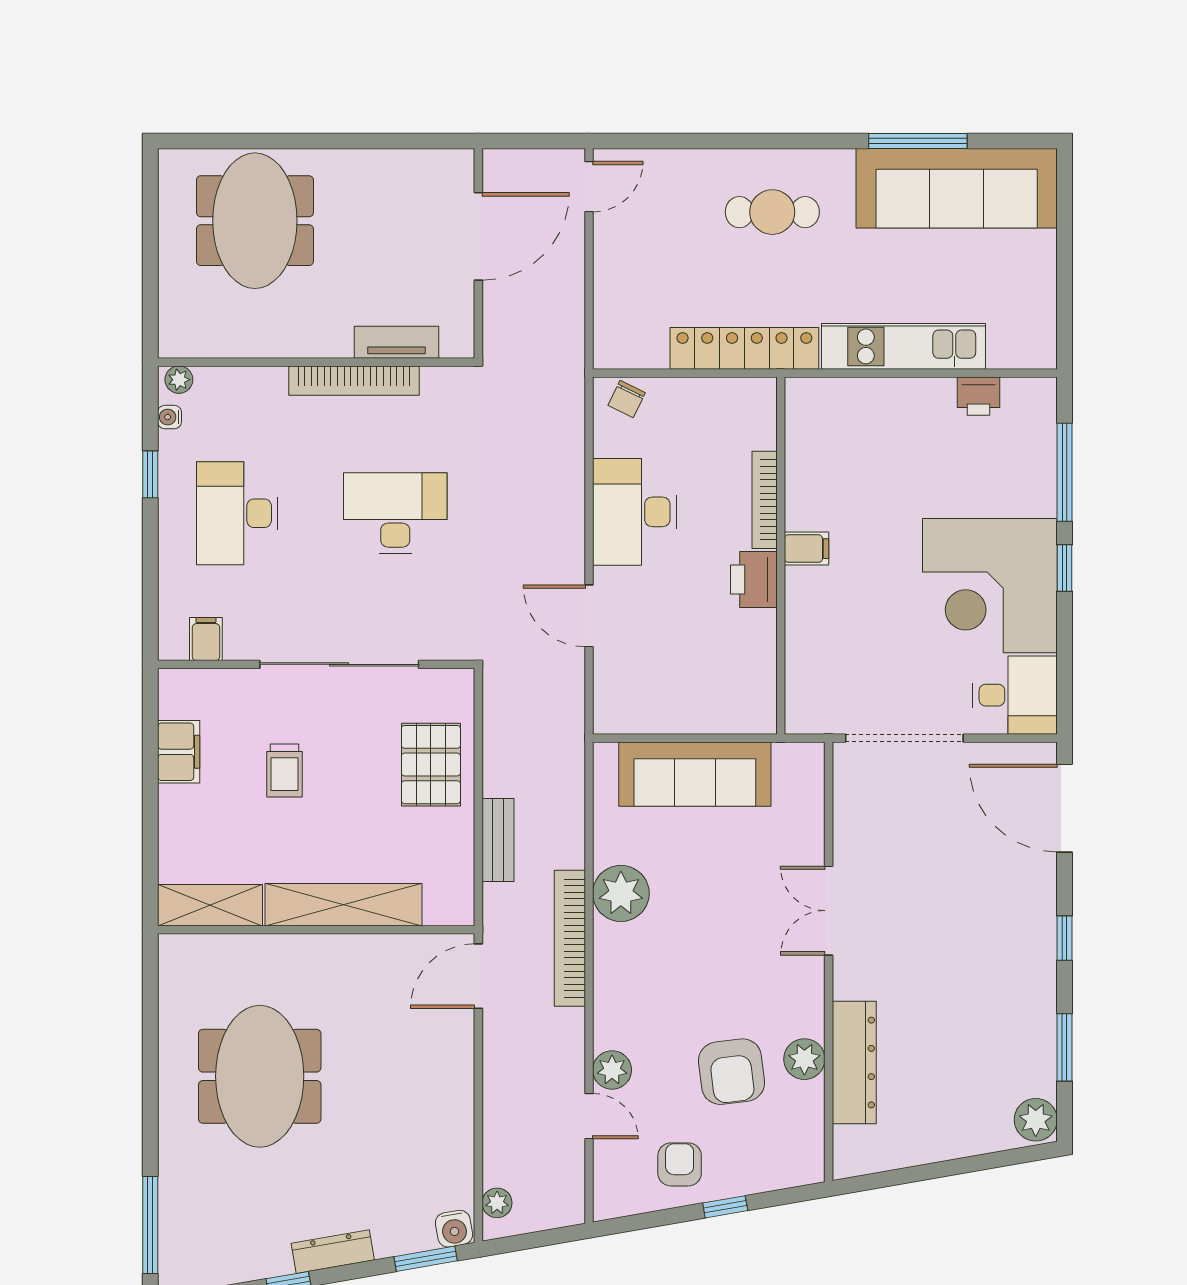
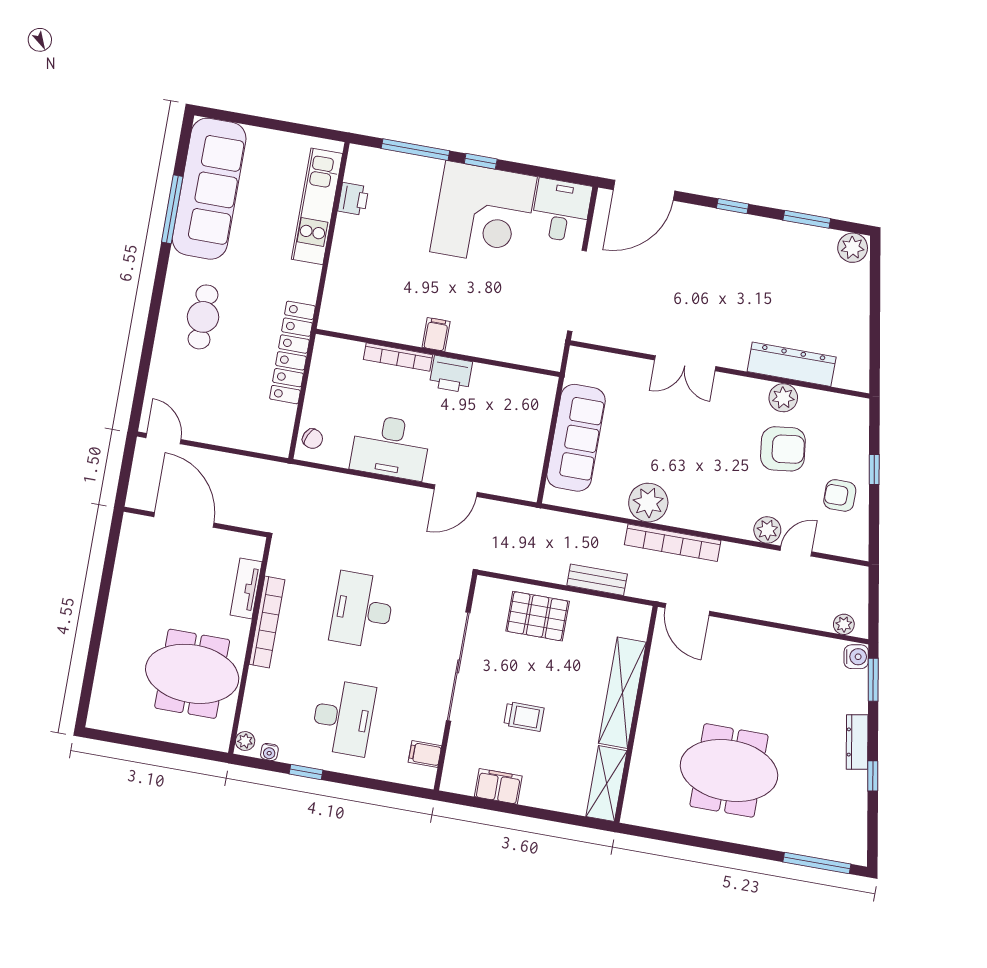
meeting table: (255, 221) -> (192, 674), moved
kitchen unit: (904, 346) -> (317, 206), moved
desk: (237, 513) -> (343, 718), turned -90

